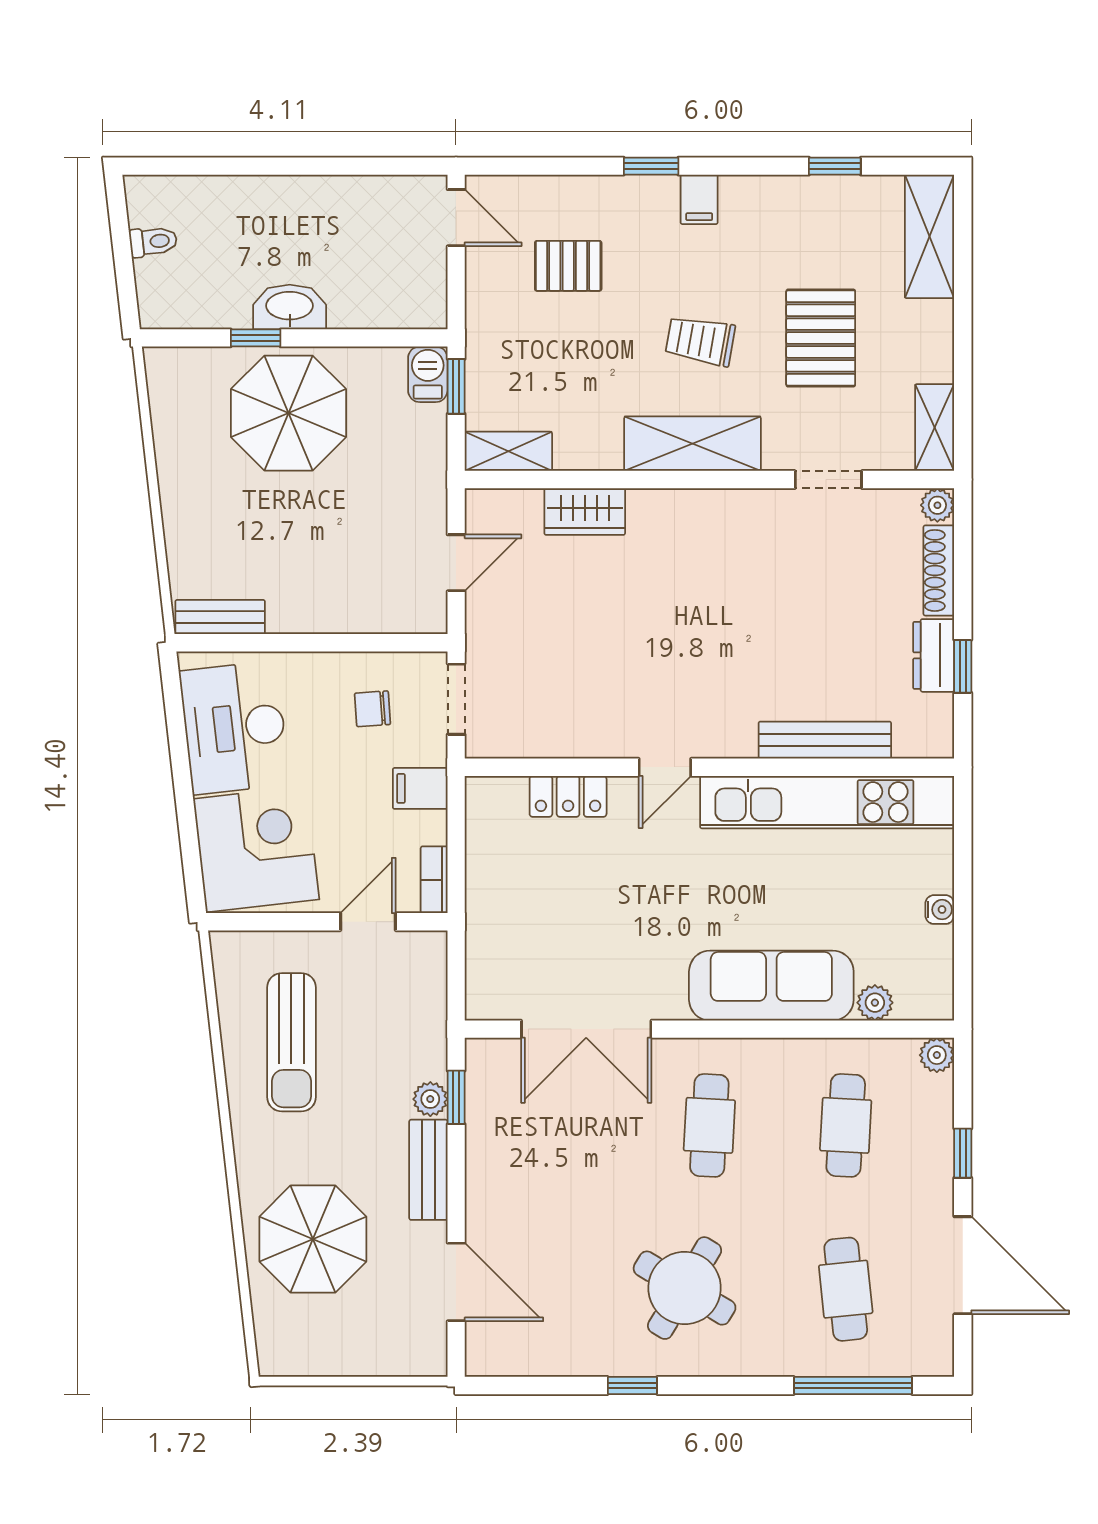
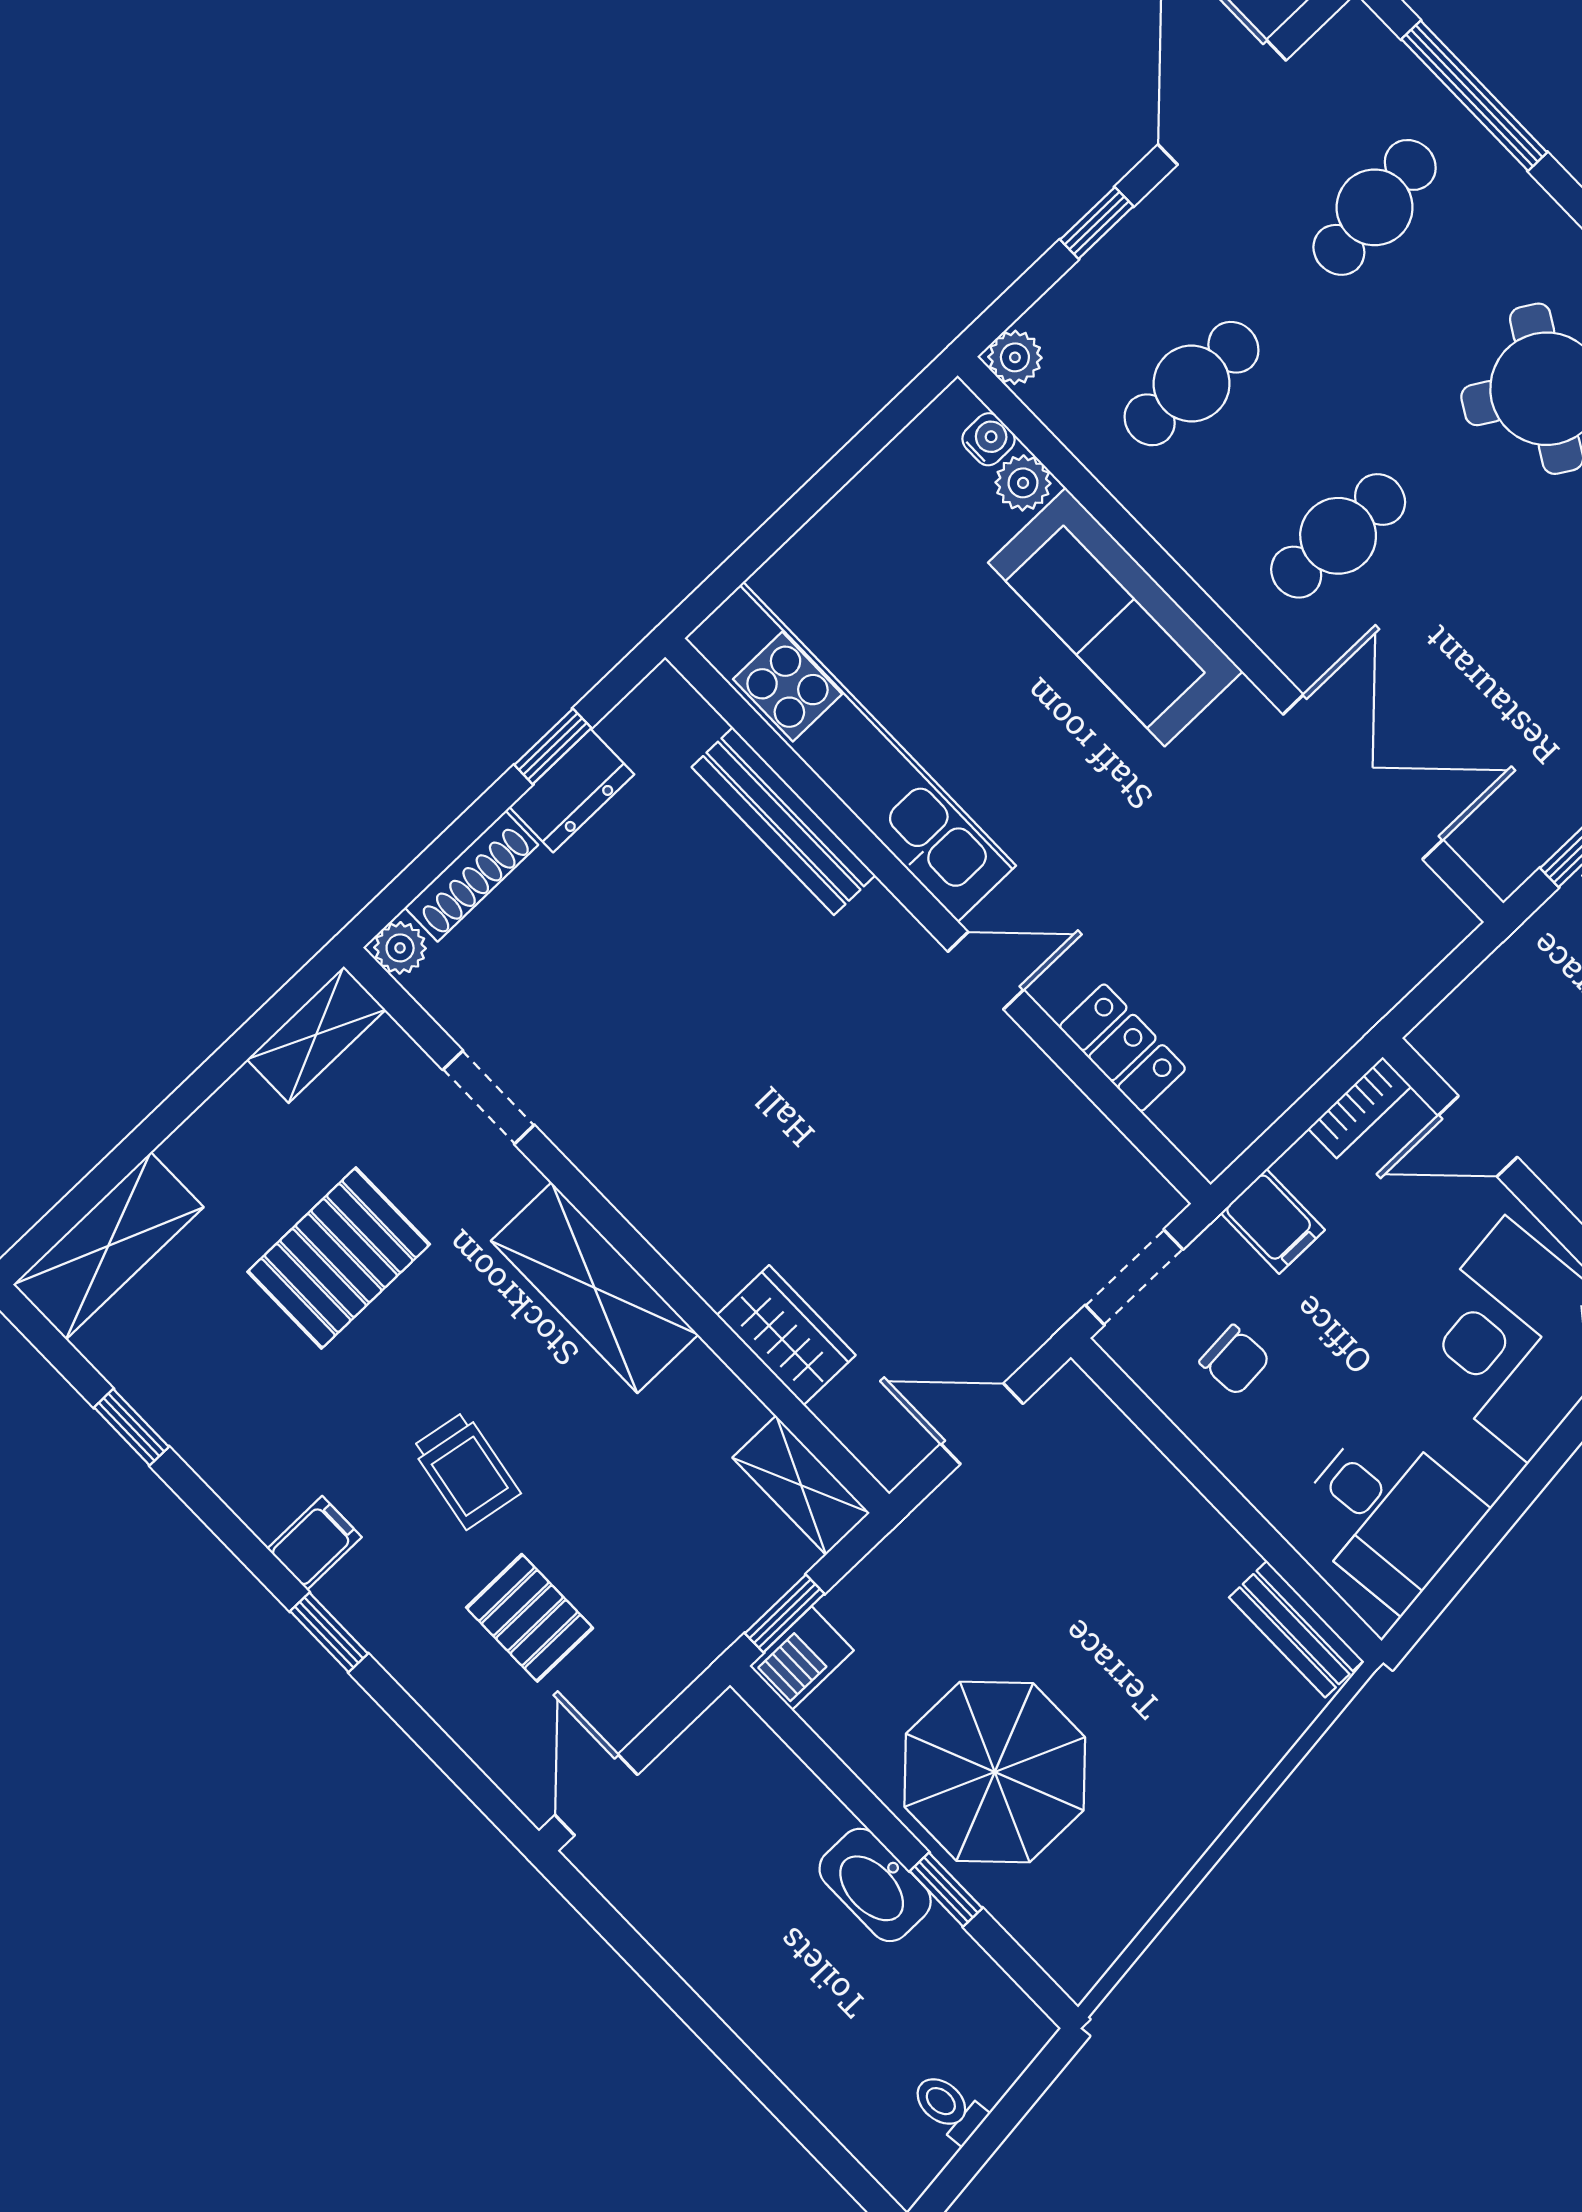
trolley: (700, 341) -> (466, 1470), moved
desk: (234, 728) -> (1388, 1514), width x0.73
water cooler: (940, 910) -> (989, 439), moved, turned 90

